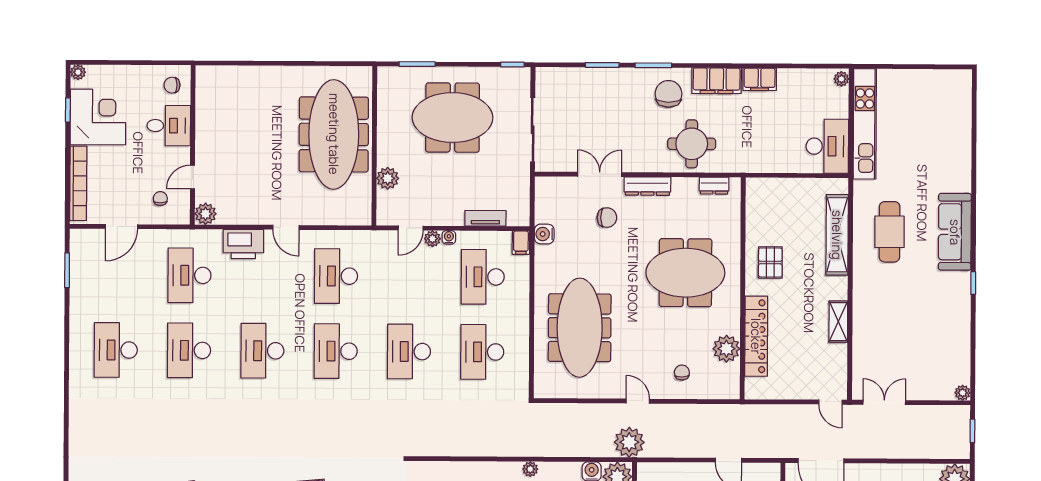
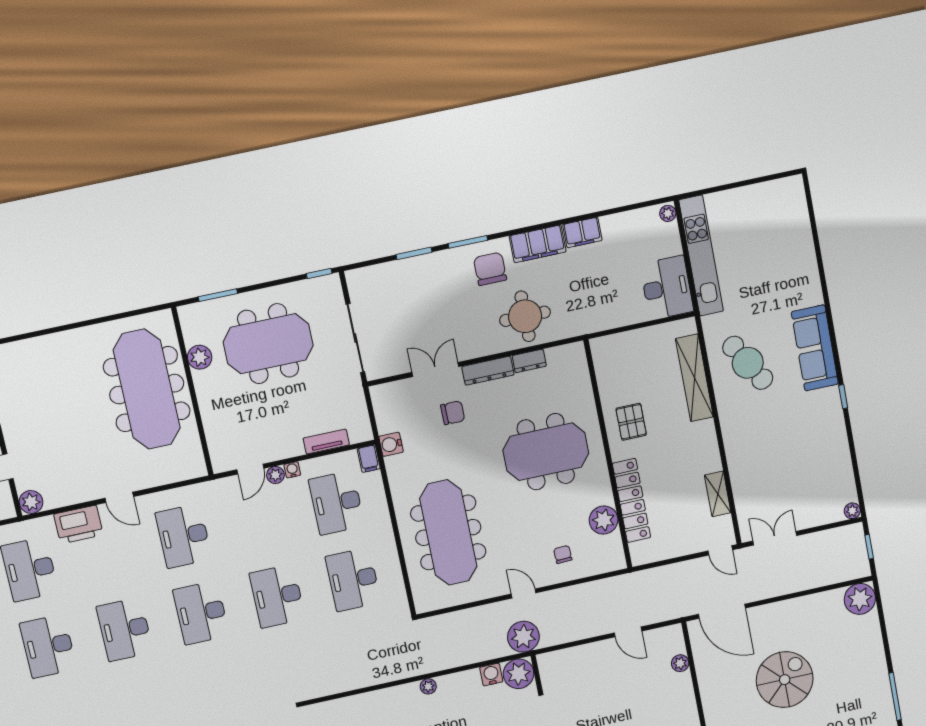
plant: (388, 178) -> (200, 357), moved
dresser: (714, 186) -> (529, 361), moved
cafe table: (889, 232) -> (748, 363), turned -31
shelving: (838, 322) -> (718, 494), moved

